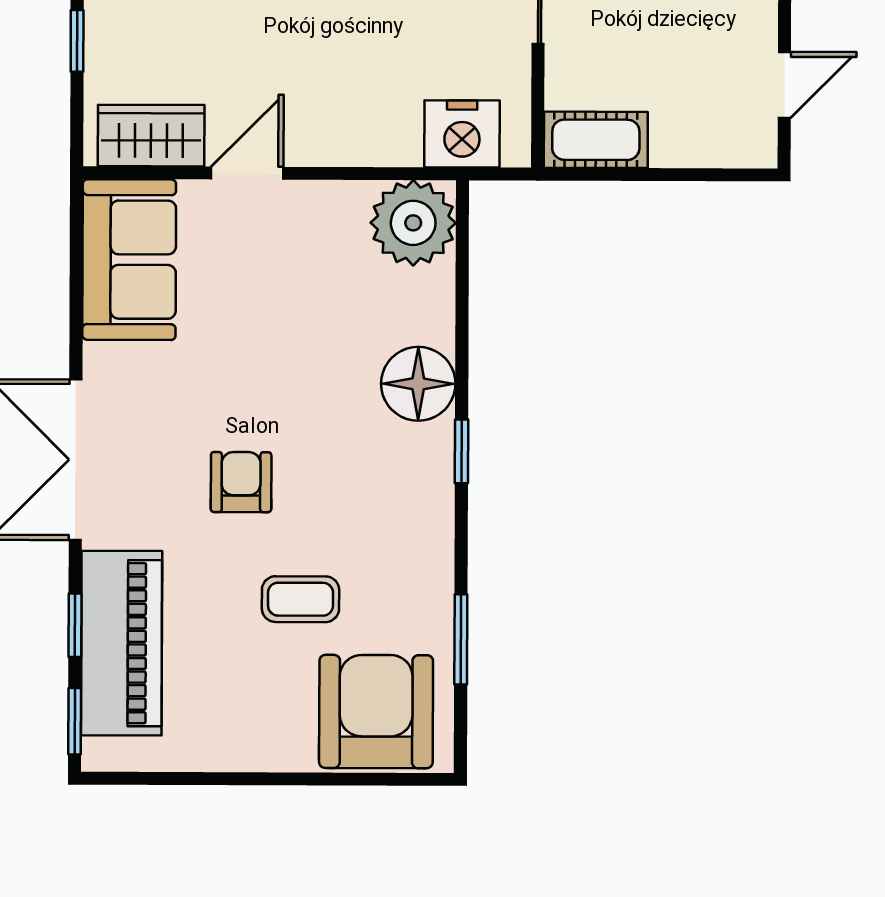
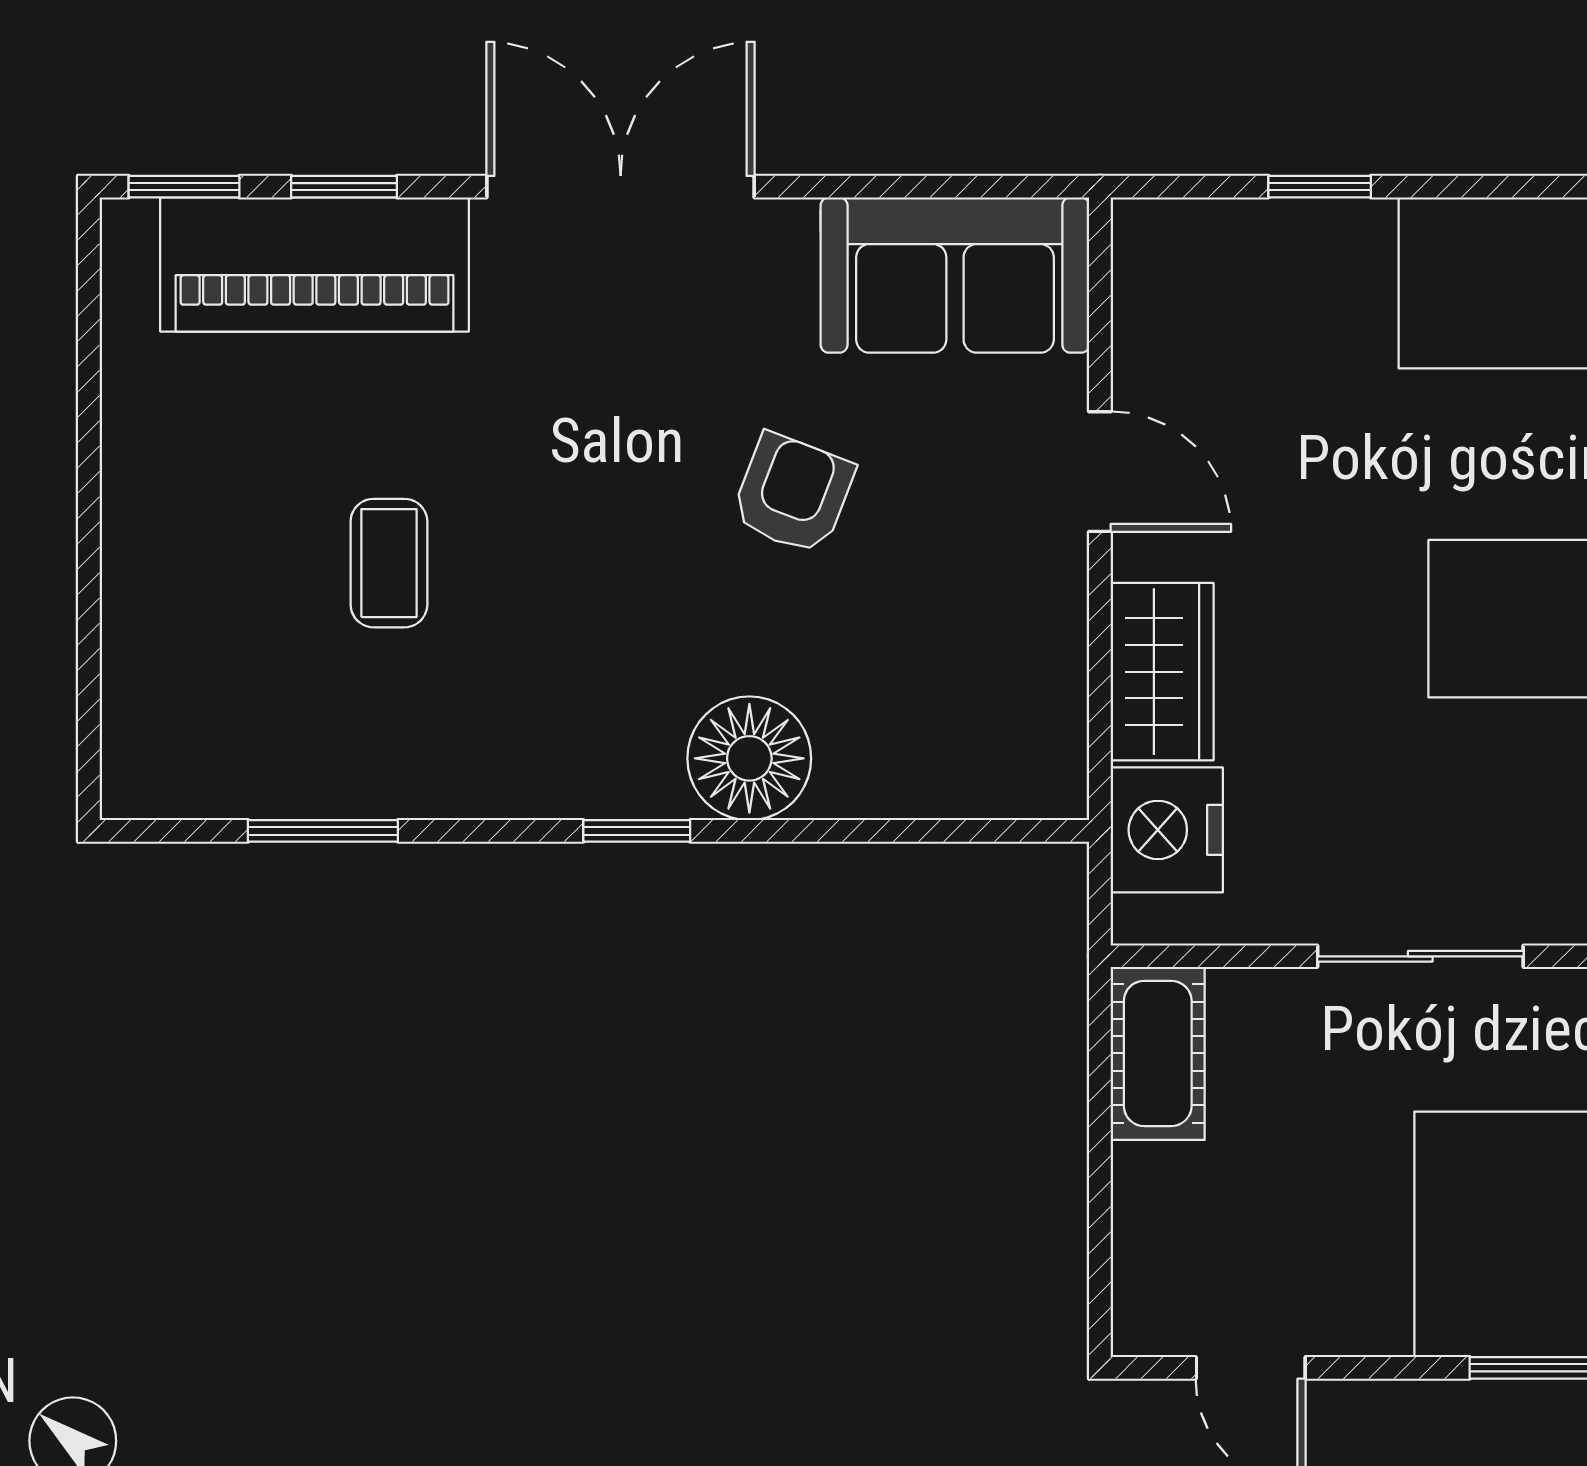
wardrobe: (151, 136) -> (1162, 672), moved
plant: (413, 223) -> (1018, 749), removed
armchair: (241, 482) -> (793, 494), moved, turned -69
armchair: (376, 712) -> (202, 690), removed

